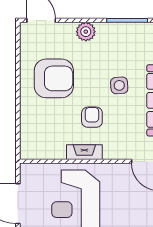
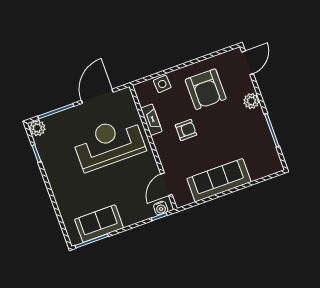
side table: (119, 85) -> (162, 84), moved
fireplace: (84, 152) -> (151, 120), moved

